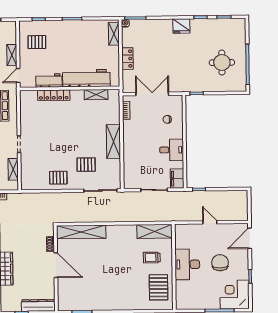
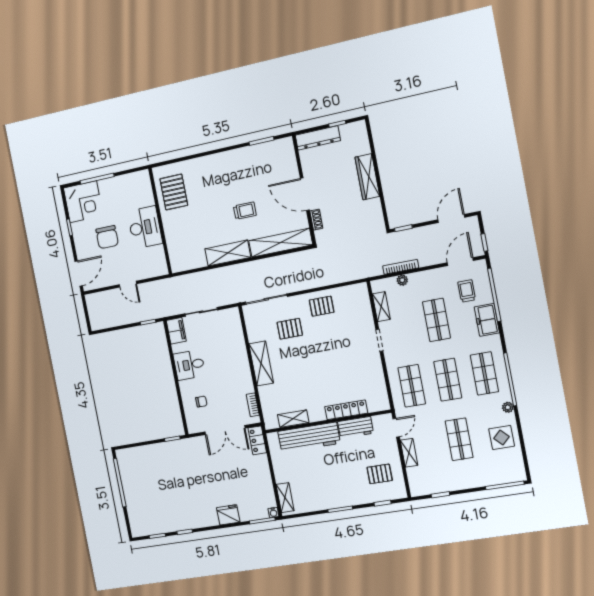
fridge: (181, 26) -> (228, 515), moved
locker: (127, 59) -> (257, 440), moved
round table: (222, 63) -> (150, 481), removed
shelving: (155, 231) -> (228, 253), moved
trolley: (152, 258) -> (245, 211), moved

